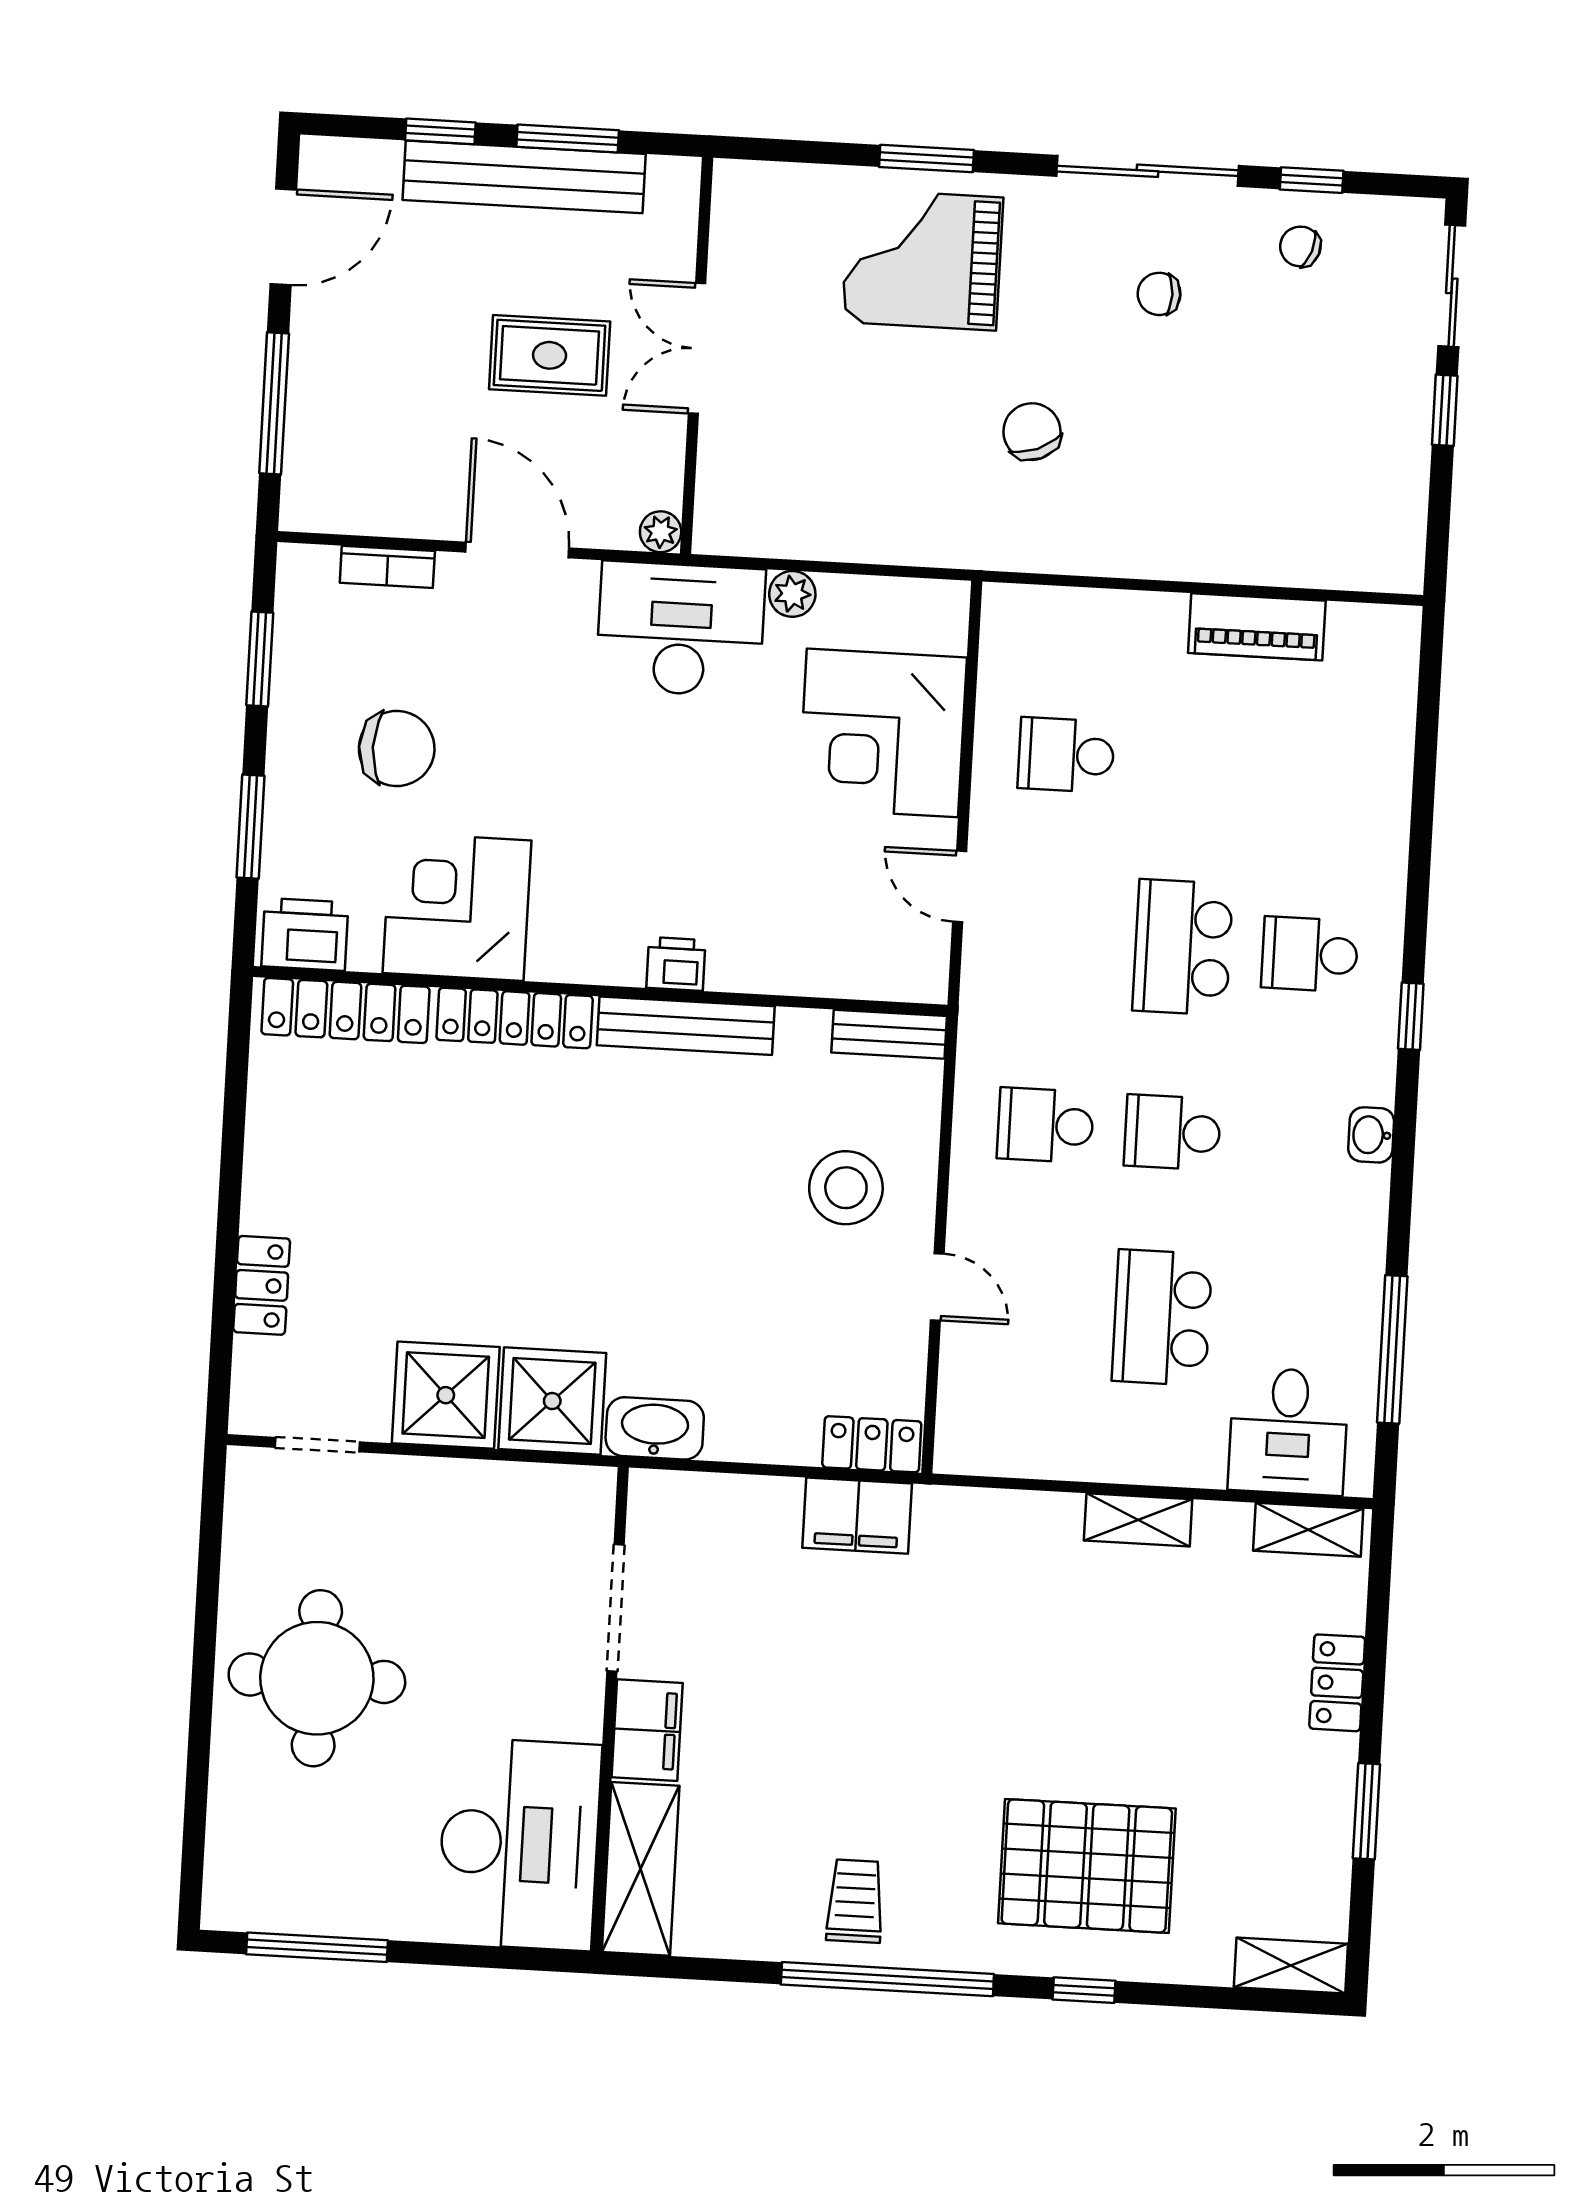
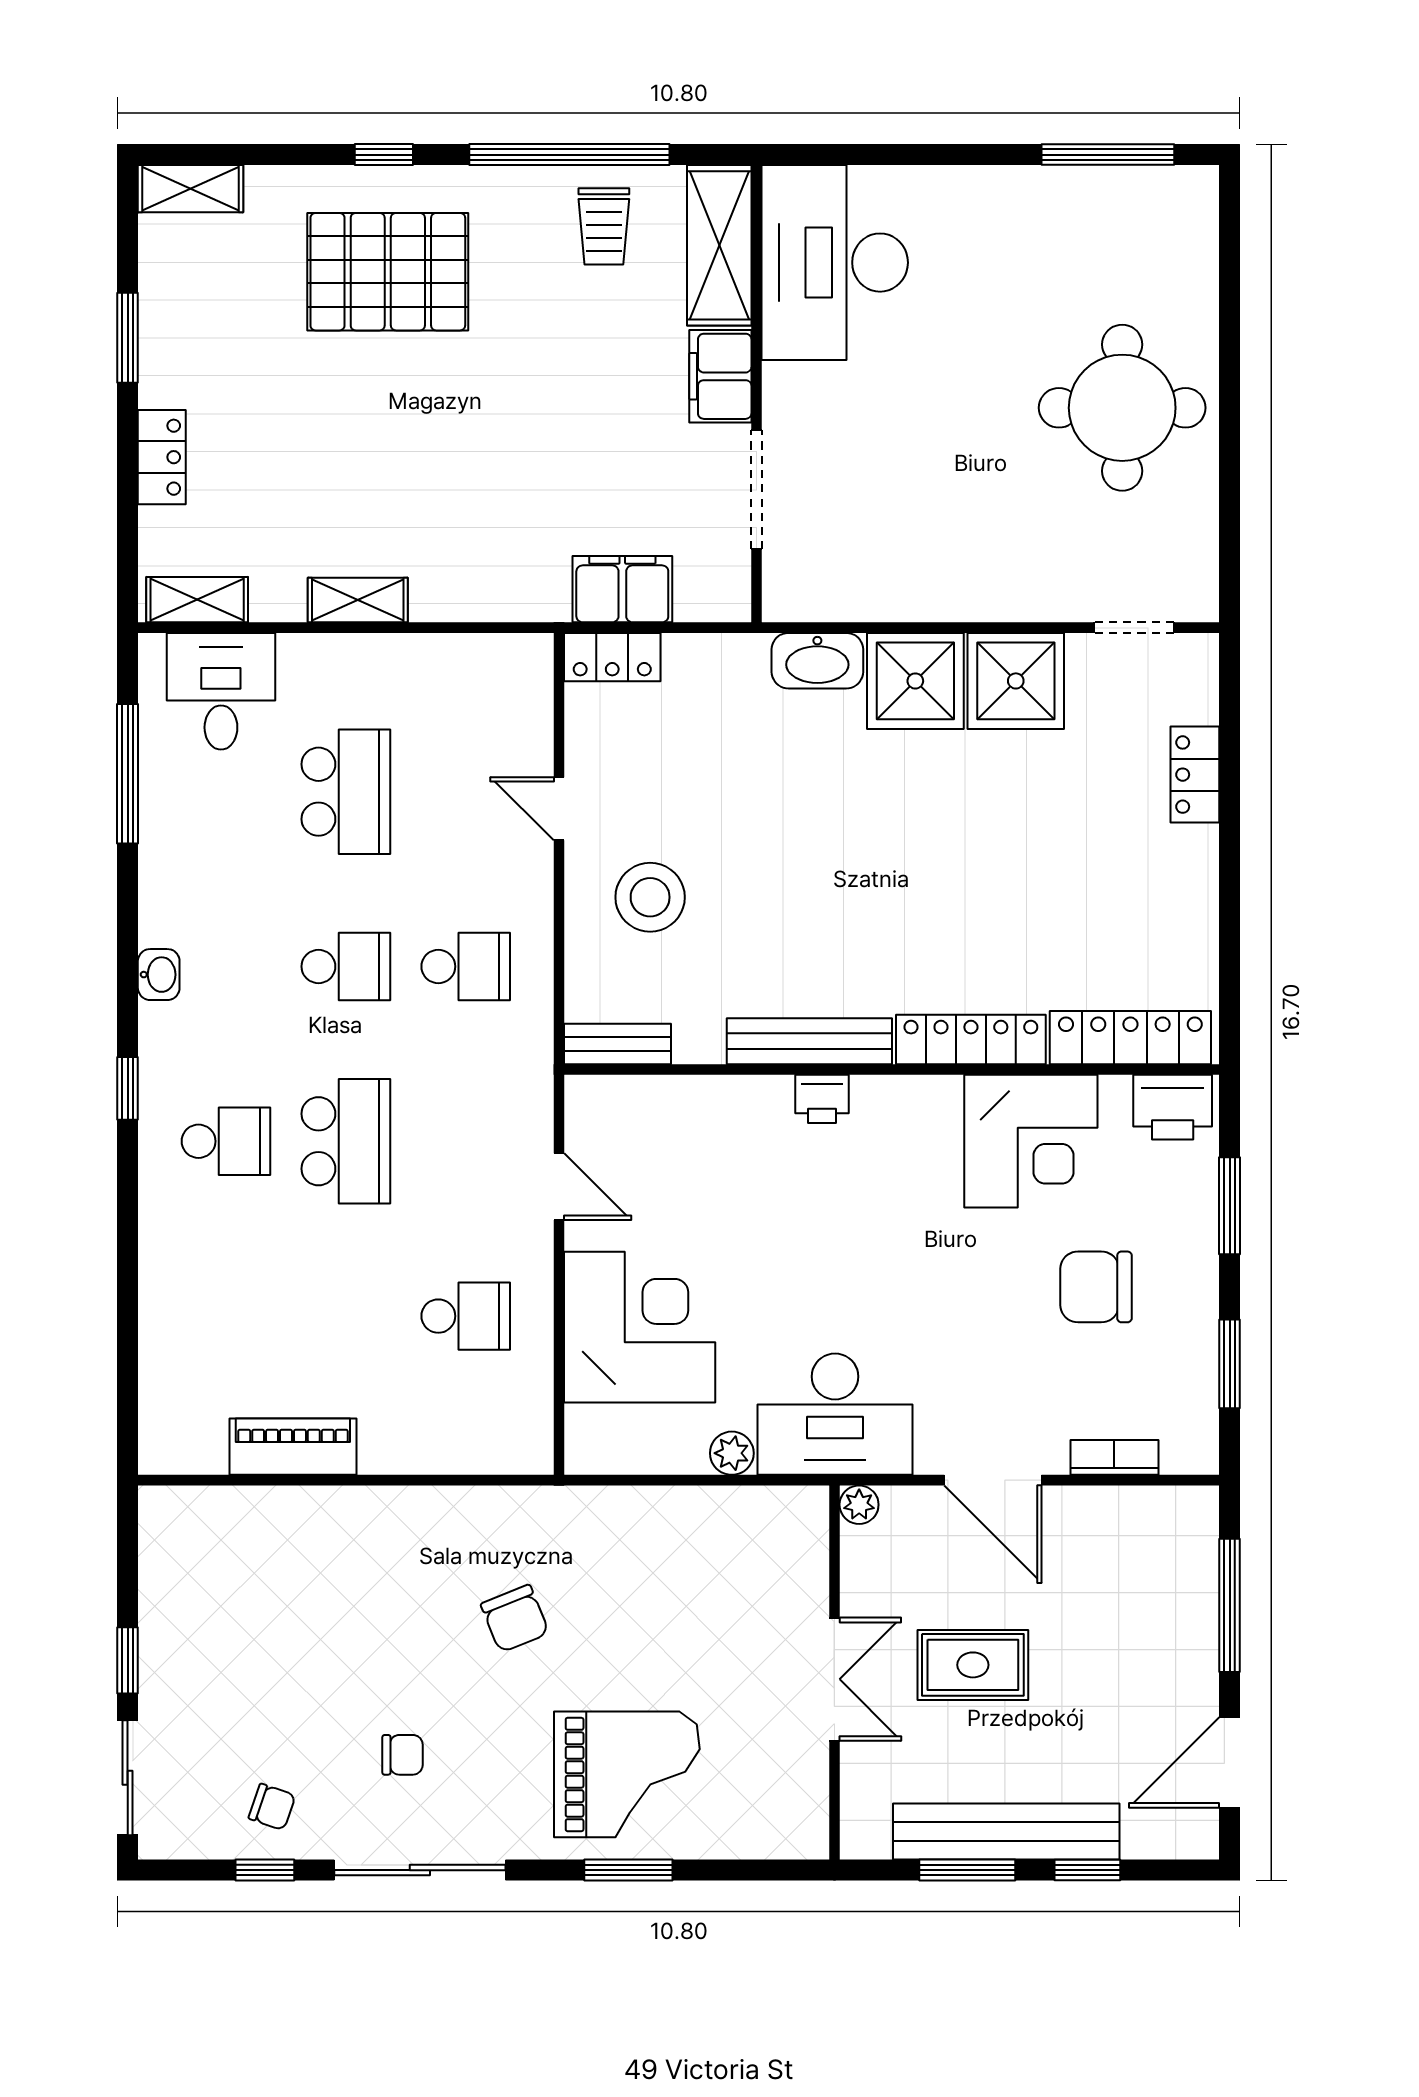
doorway: (615, 1608) -> (757, 490), moved
wall: (610, 1710) -> (757, 394), moved
filing cabinet: (647, 1730) -> (720, 376), moved
desk: (519, 1844) -> (835, 263), moved
shelving: (641, 1869) -> (719, 245), moved

